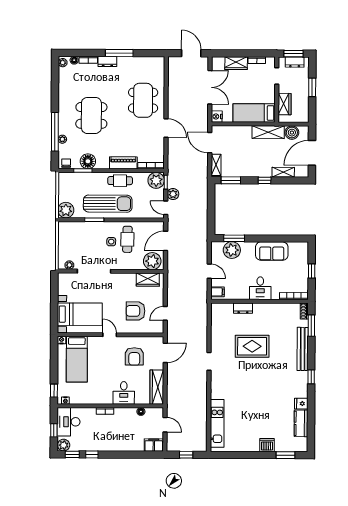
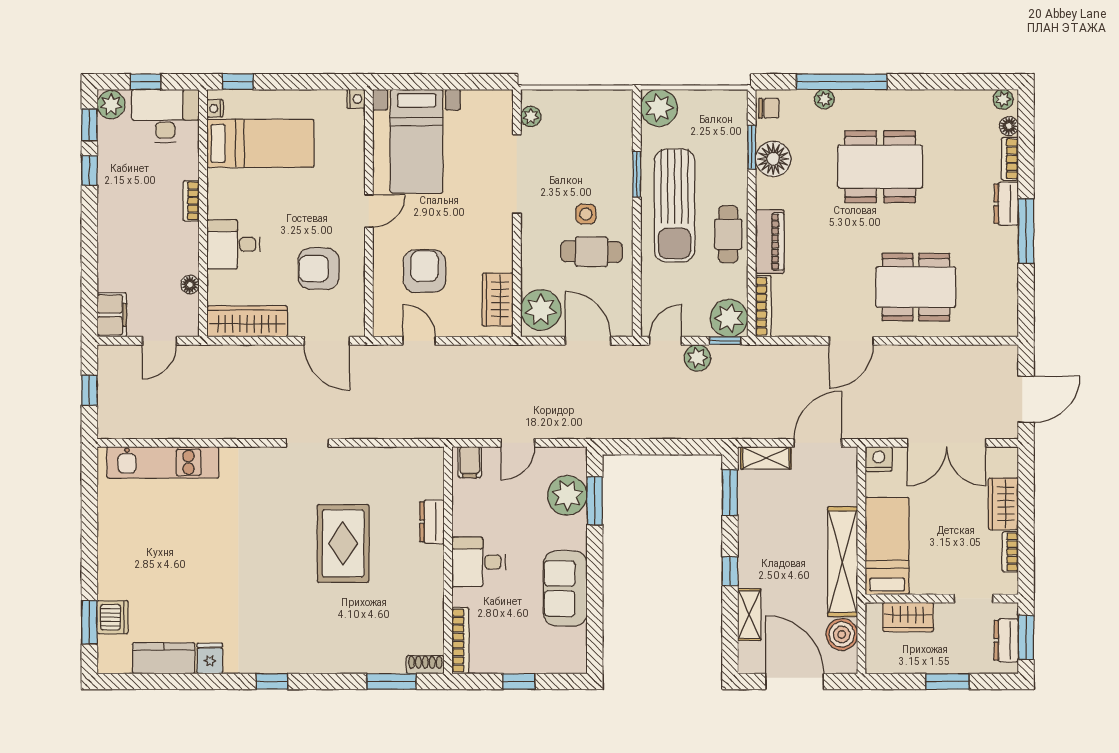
shelving: (268, 132) -> (843, 562), width x1.47
bench: (303, 349) -> (337, 661), removed
bed: (77, 359) -> (260, 143), moved, turned 180
dishwasher: (267, 445) -> (113, 617), moved

